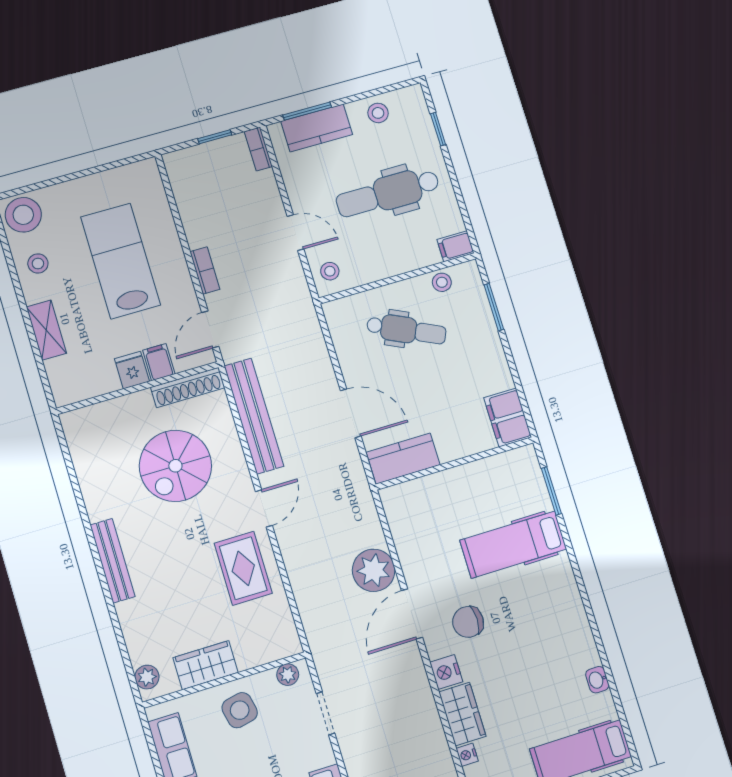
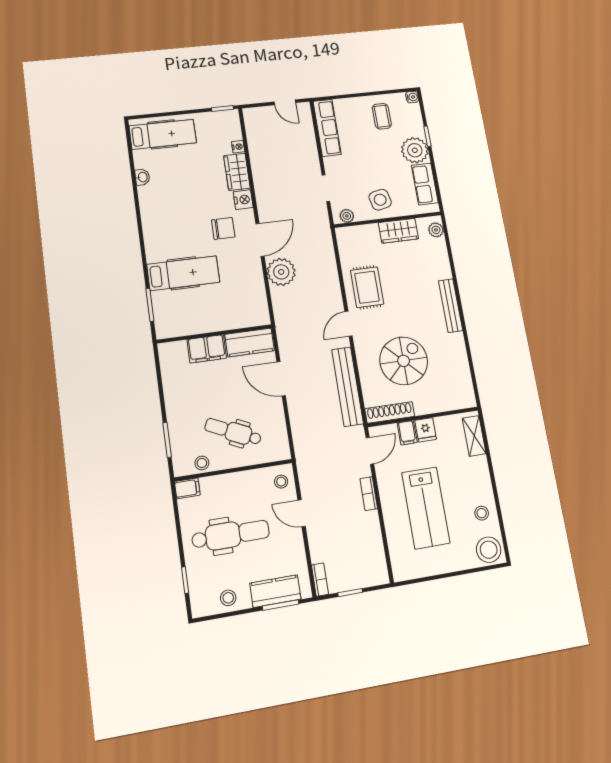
shelving: (46, 330) -> (474, 436), moved
filing cabinet: (508, 417) -> (207, 349), moved, turned 90

